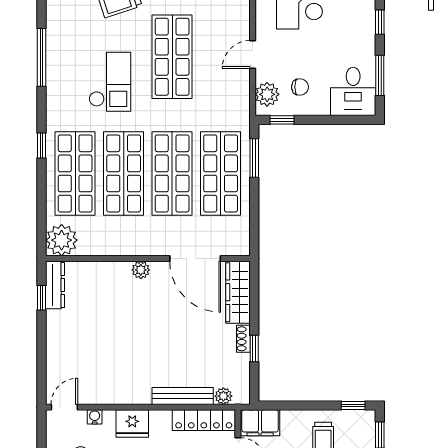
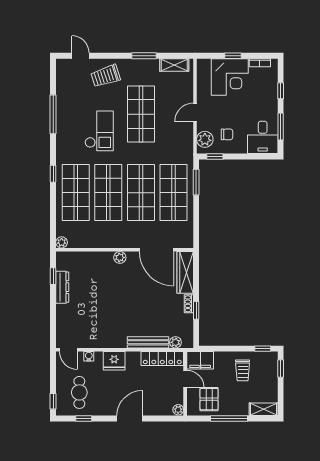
plant: (62, 240) -> (62, 242), width x0.53, depth x0.53
dresser: (55, 285) -> (62, 287), moved
door: (64, 407) -> (68, 350), swing flipped

